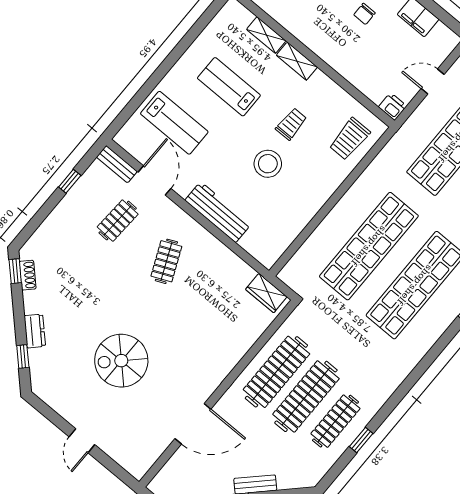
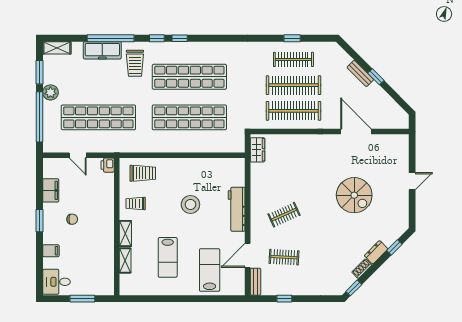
trolley: (291, 124) -> (136, 203), moved
shoe rack: (28, 275) -> (362, 269), moved

